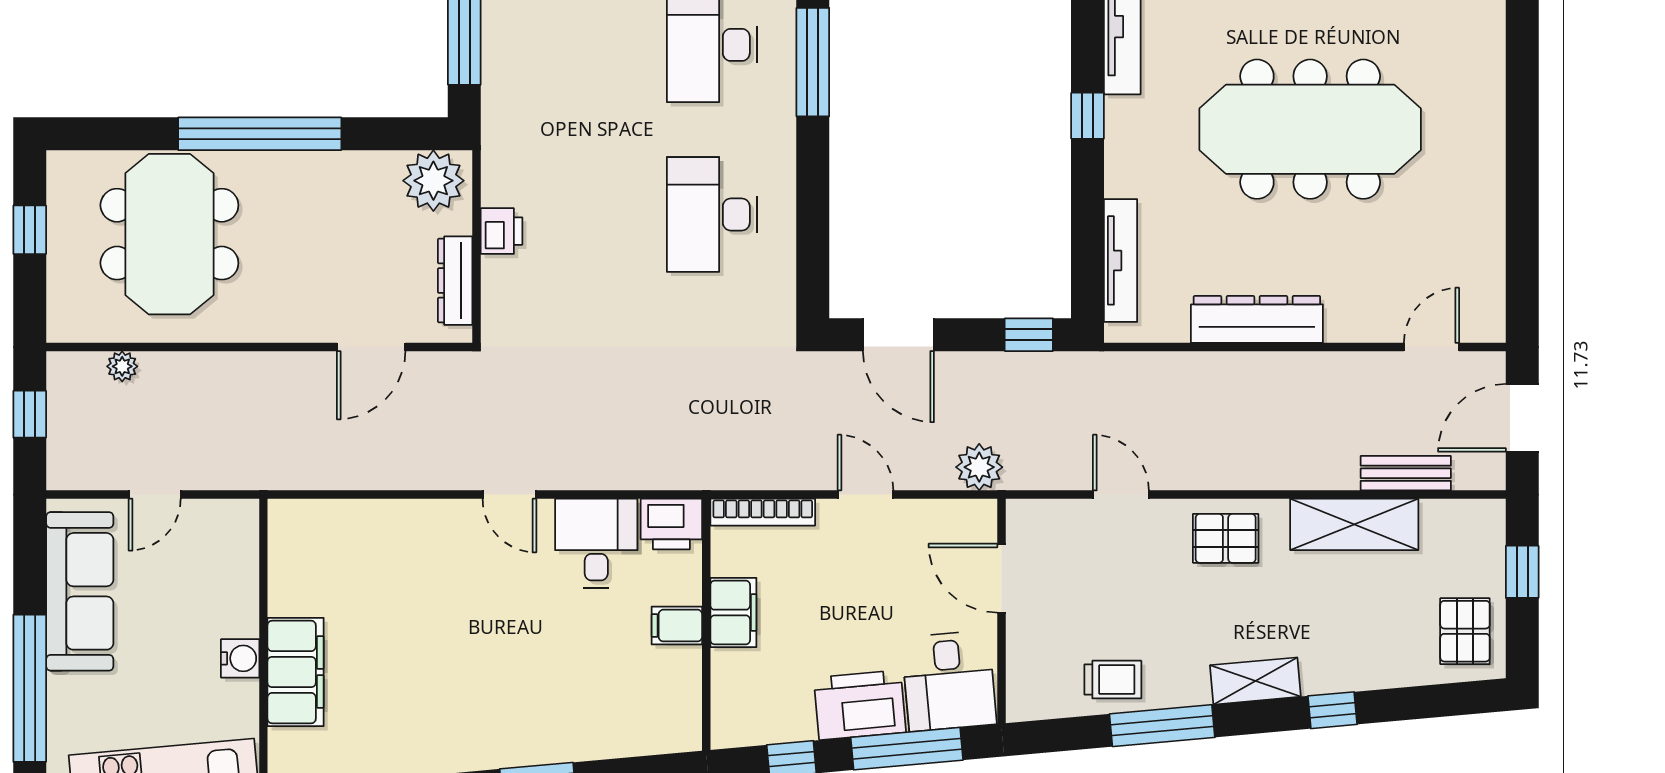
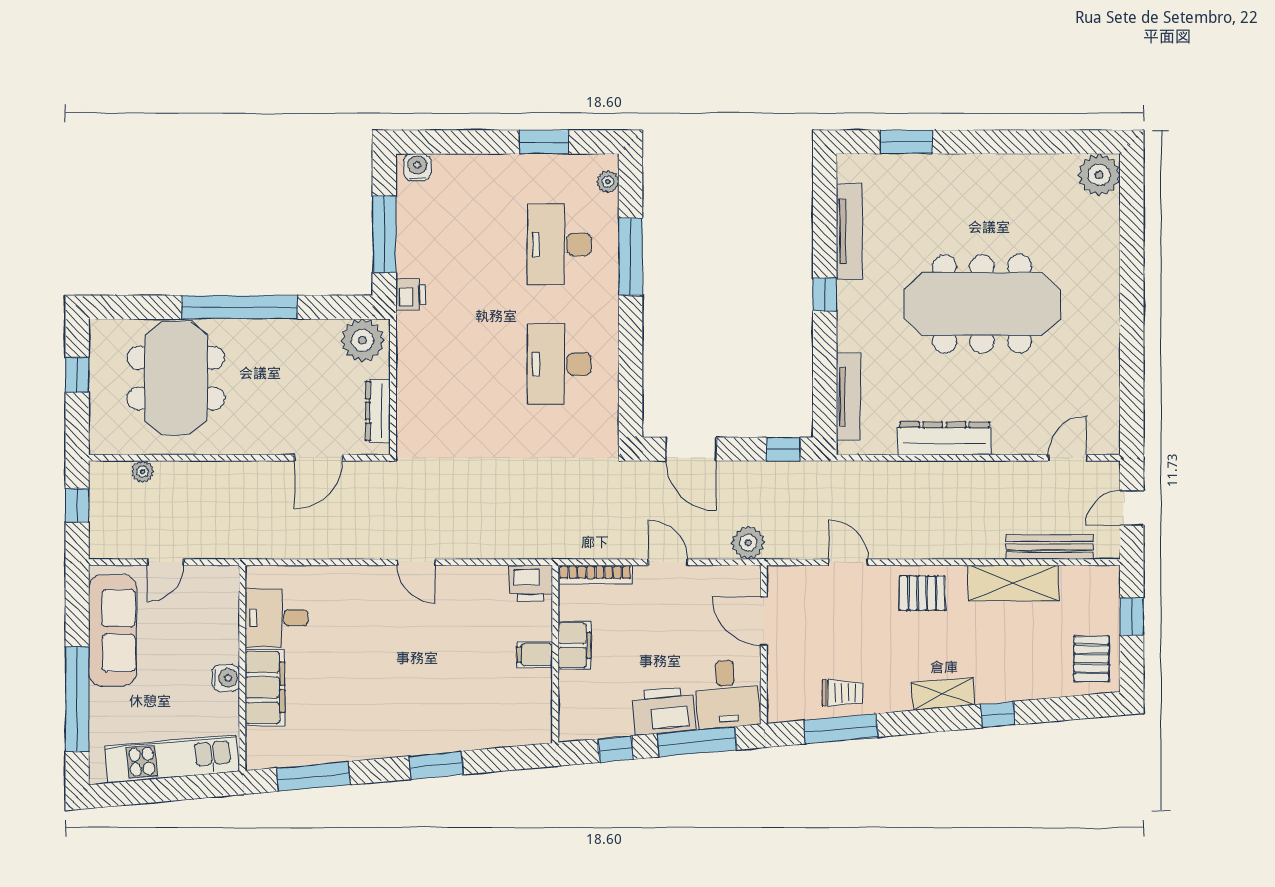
printer: (501, 231) -> (411, 294), moved
door: (1522, 418) -> (1132, 508), width x0.73
bench: (1406, 473) -> (1050, 547), width x1.36
desk: (596, 543) -> (277, 618), moved, turned -90
window: (1162, 726) -> (841, 729), moved

